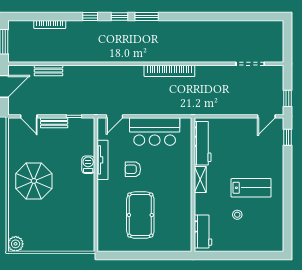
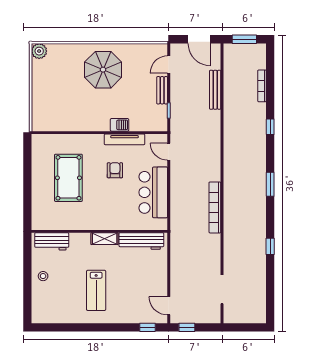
window: (119, 17) -> (270, 246), moved
bench: (48, 71) -> (215, 90), width x1.36
pool table: (140, 215) -> (68, 178), turned 90
stool: (237, 215) -> (43, 276), moved

